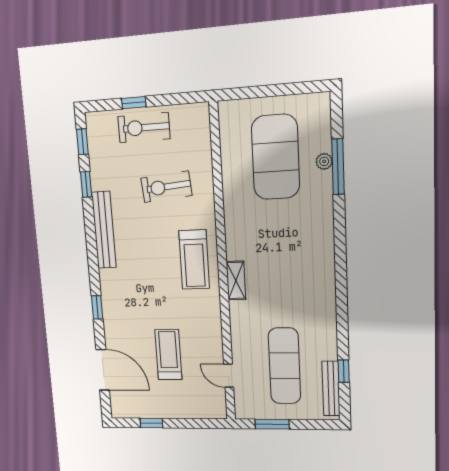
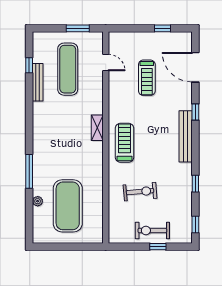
exercise bike: (144, 128) -> (152, 230), turned 180
window: (338, 167) -> (29, 171), moved
window: (86, 184) -> (195, 184), moved
bench: (104, 230) -> (186, 136), moved
bench: (331, 389) -> (38, 82), moved

